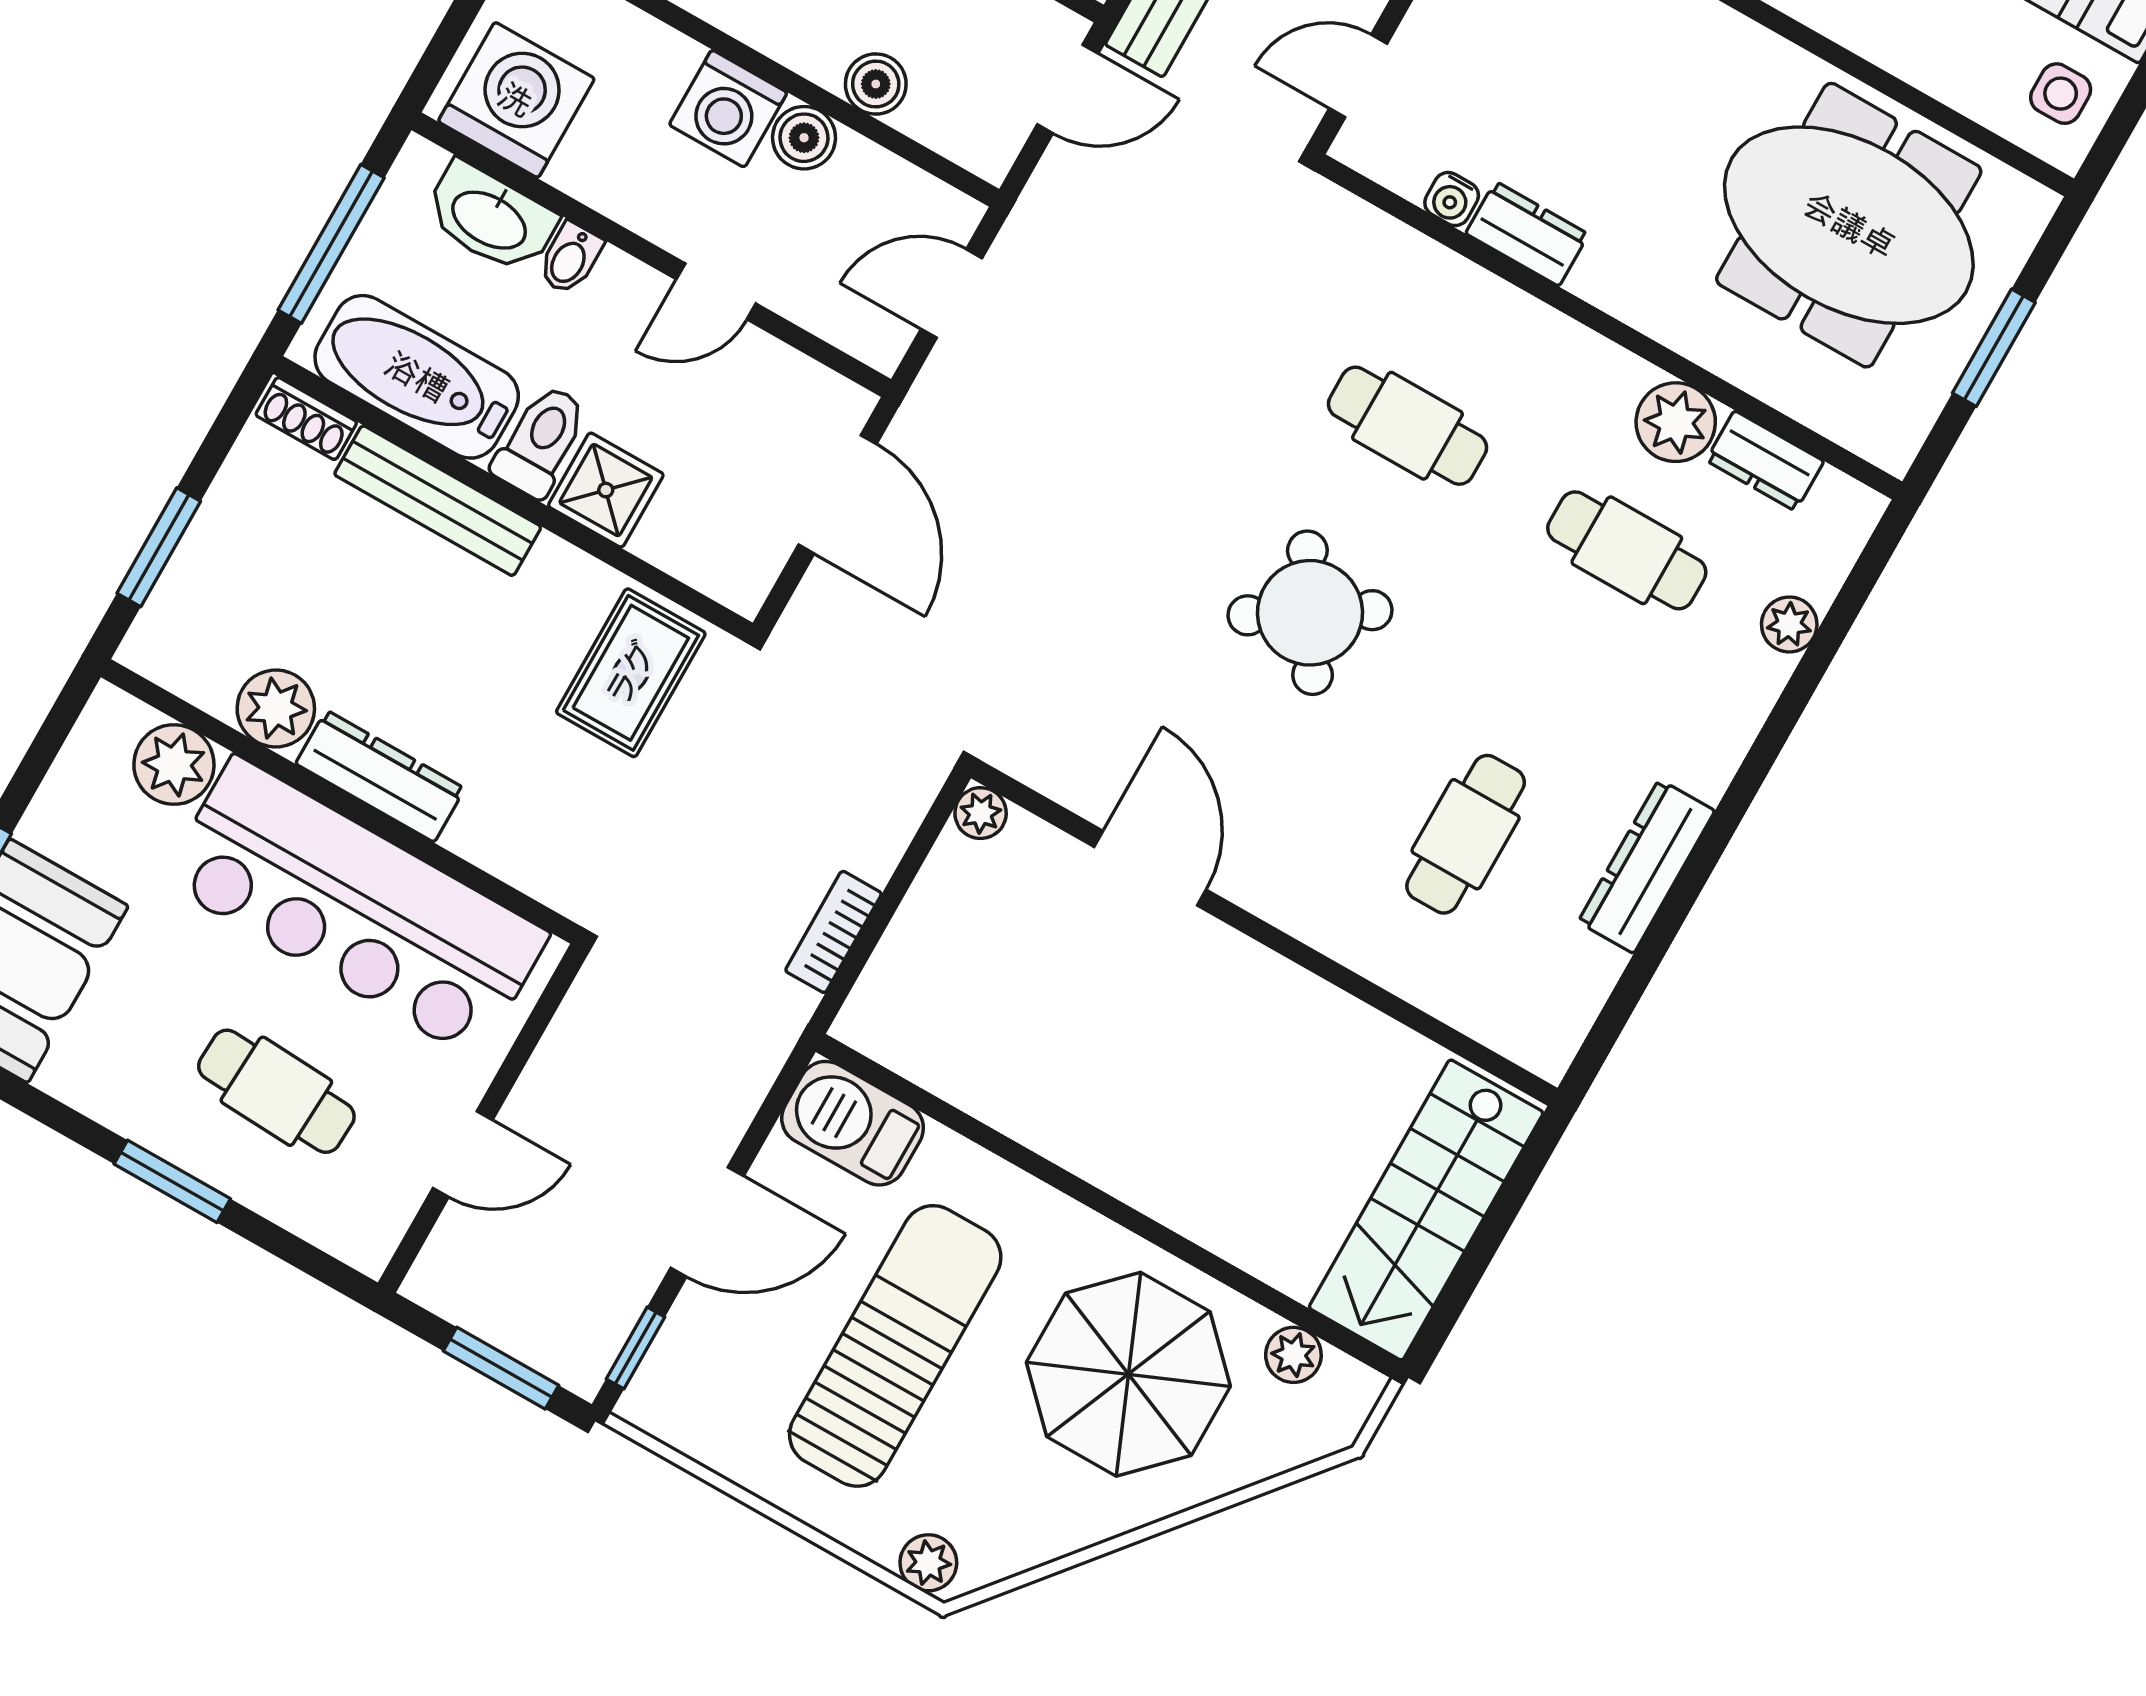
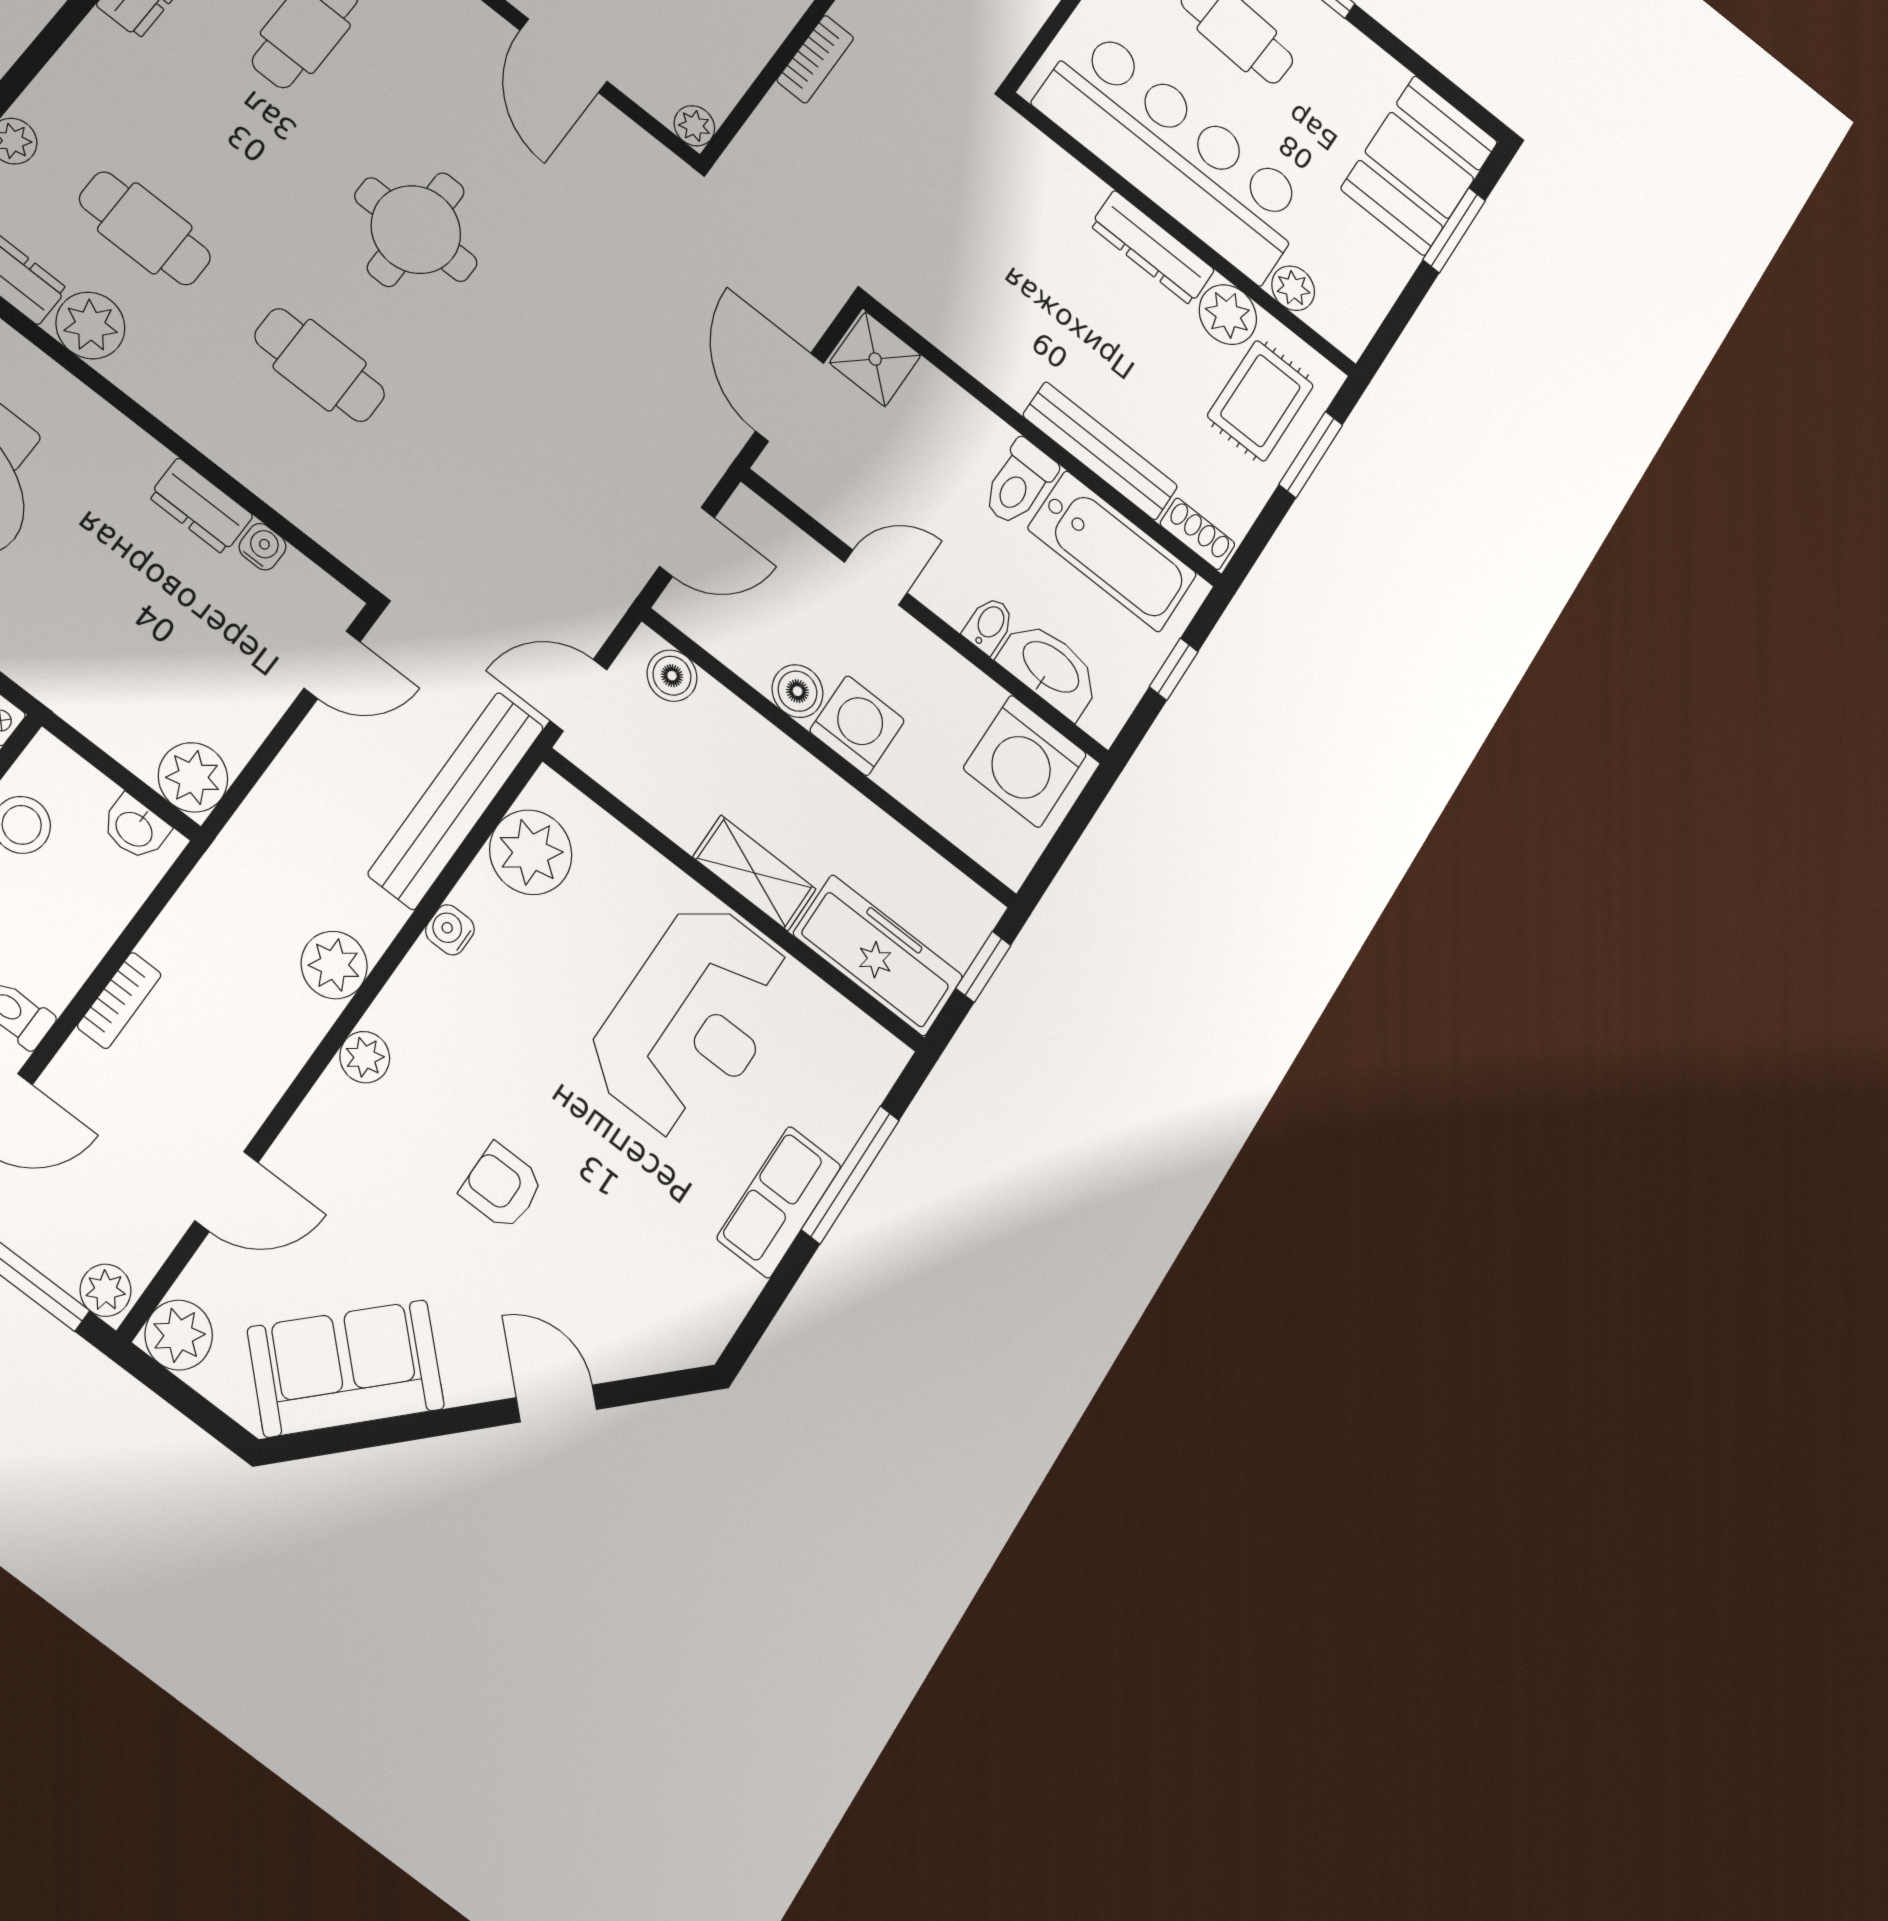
boiler: (876, 84) -> (672, 676), moved
window: (331, 244) -> (1174, 669), width x0.46
shower: (606, 490) -> (875, 359), moved
round table: (1310, 613) -> (416, 230), turned 32
rug: (631, 673) -> (1260, 401), moved
plant: (174, 765) -> (1293, 288), width x0.73, depth x0.73

